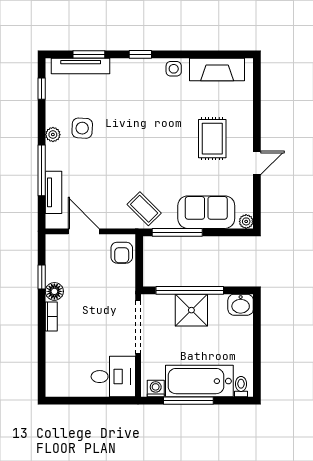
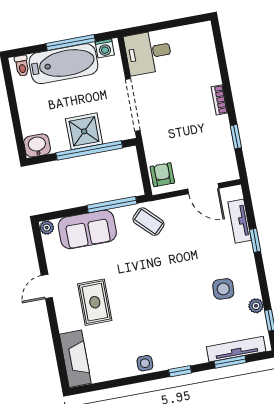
fireplace: (217, 69) -> (75, 359), moved, turned 90
plant: (53, 135) -> (256, 306), moved
window: (42, 170) -> (255, 240), width x0.46
floor lamp: (54, 291) -> (221, 125), removed

